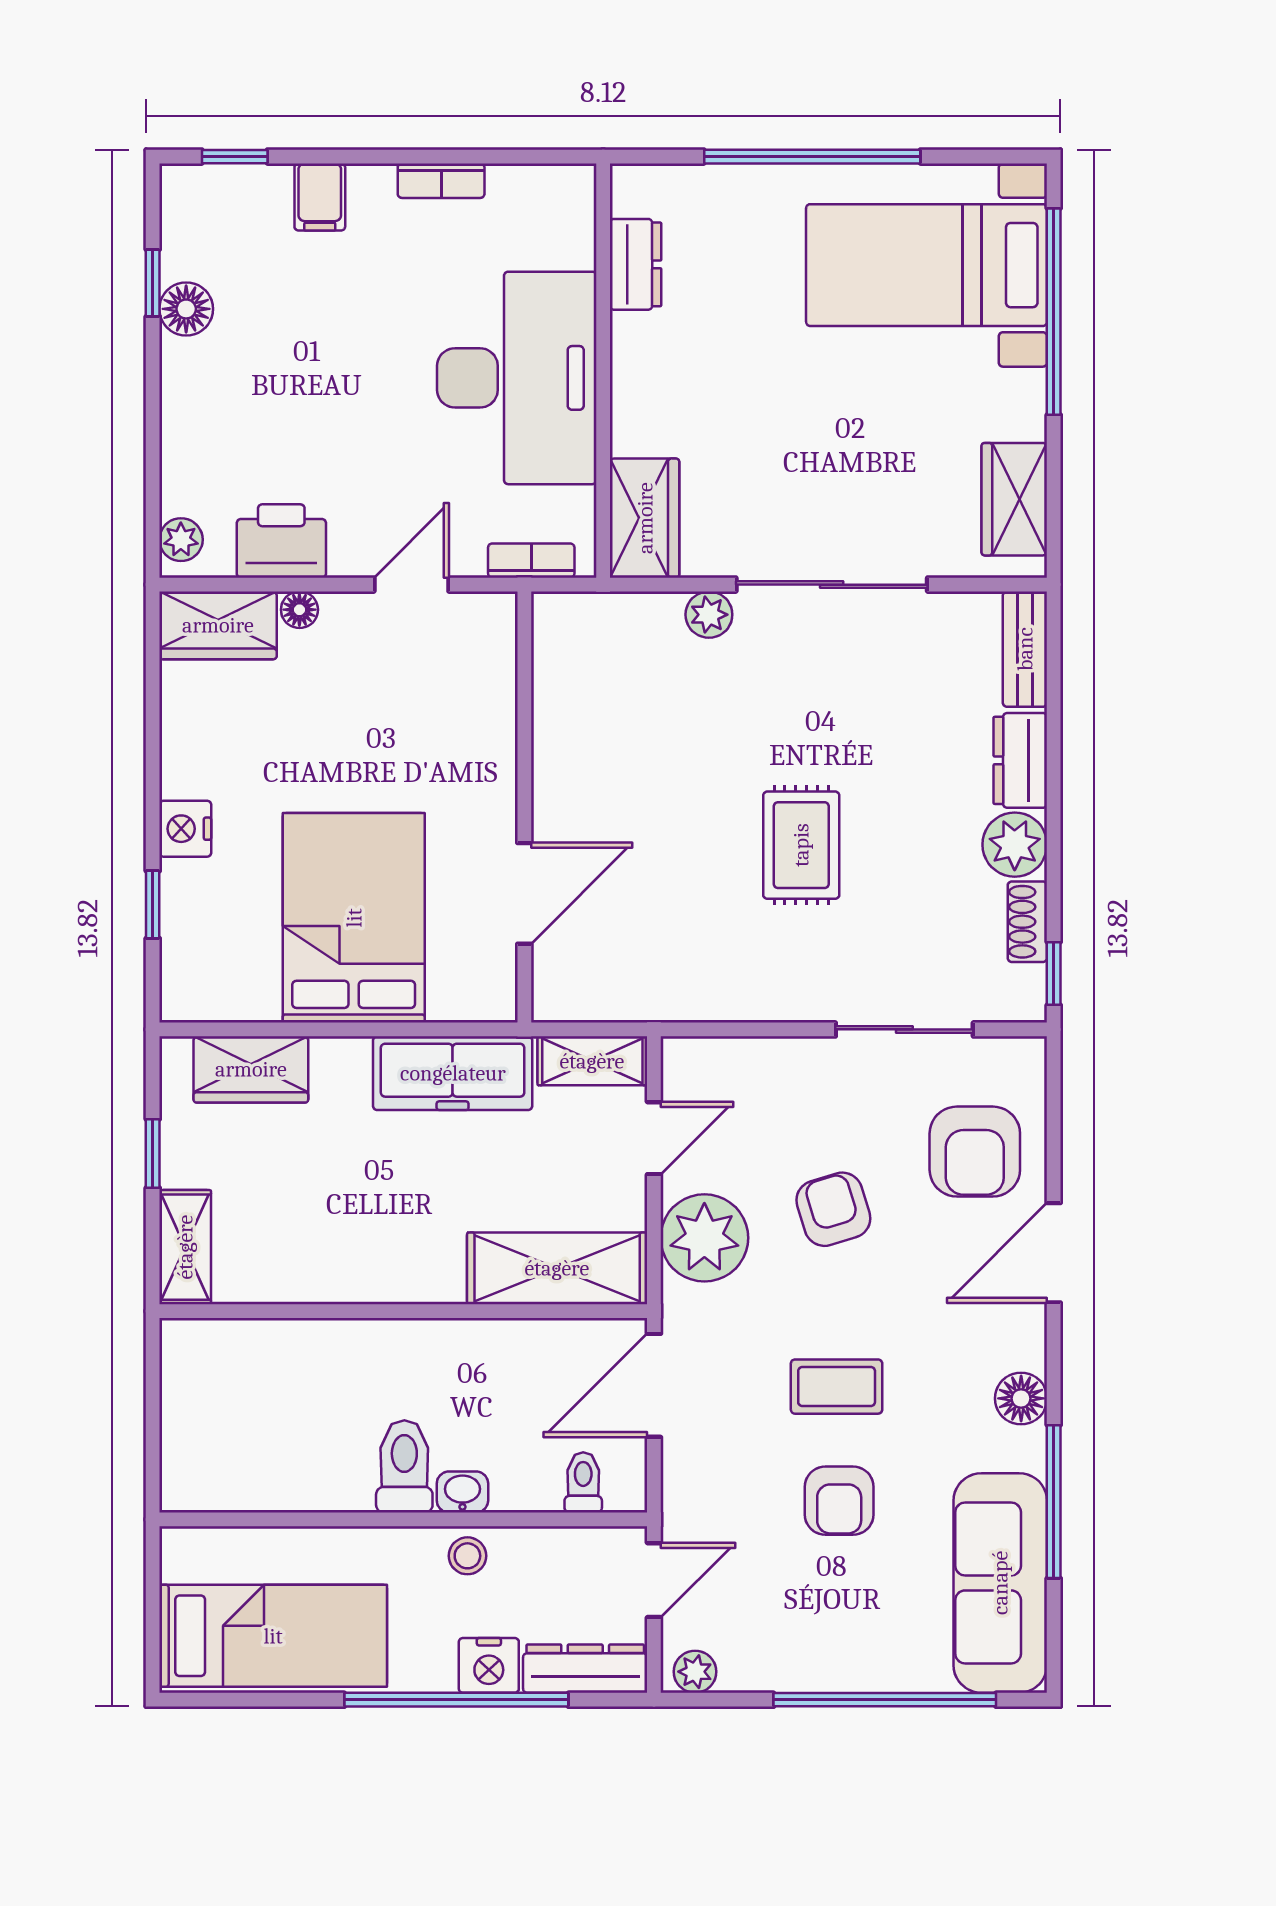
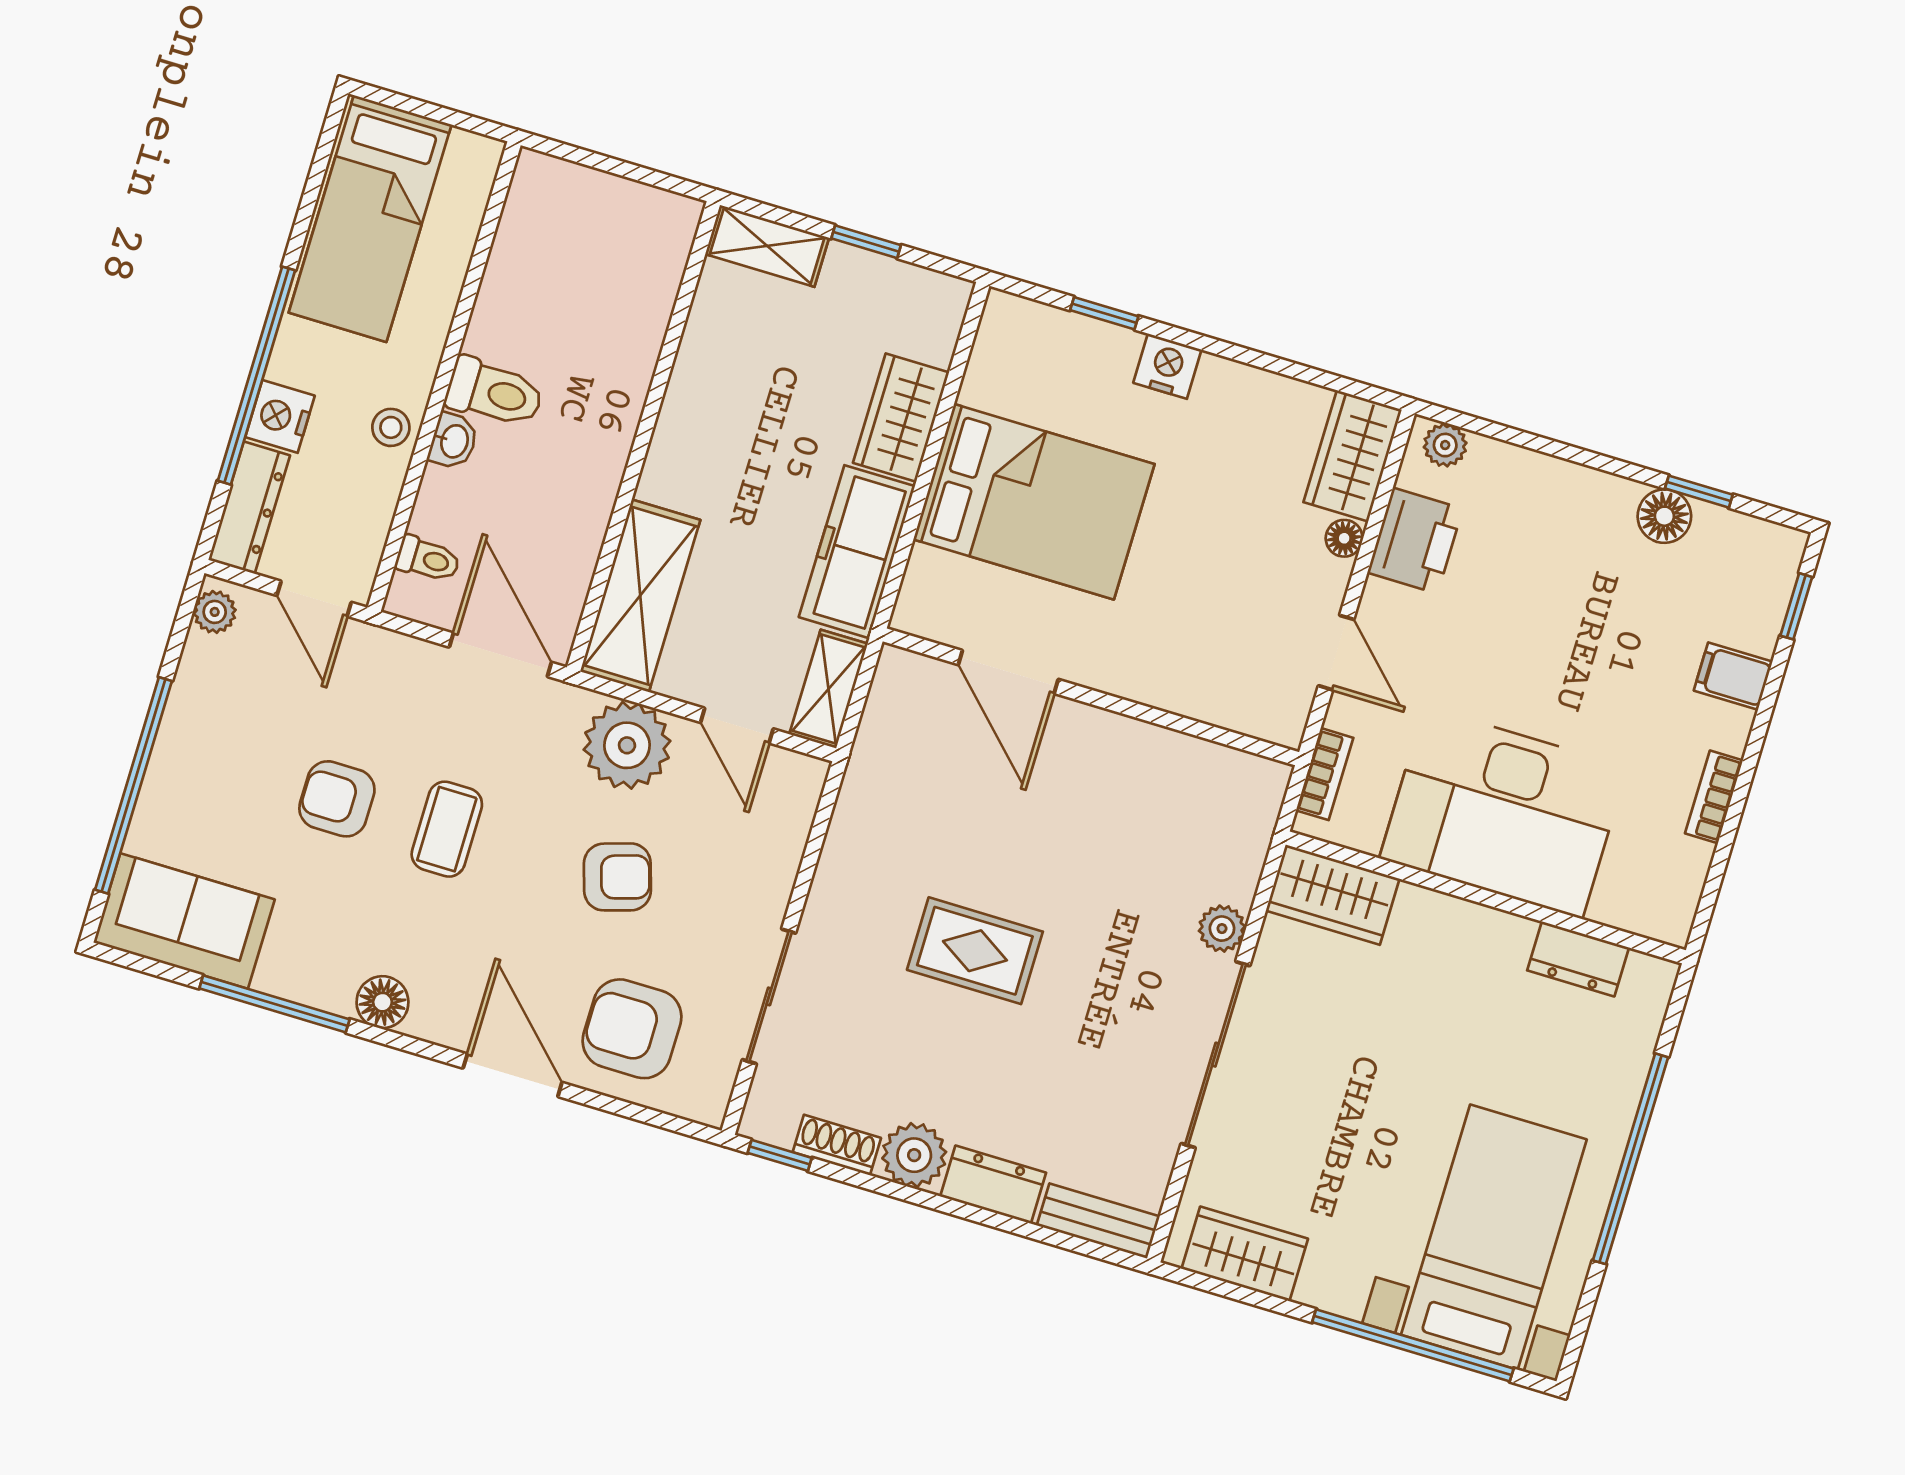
wardrobe: (251, 1069) -> (901, 418), moved
sofa: (1000, 1583) -> (184, 921), width x0.73

